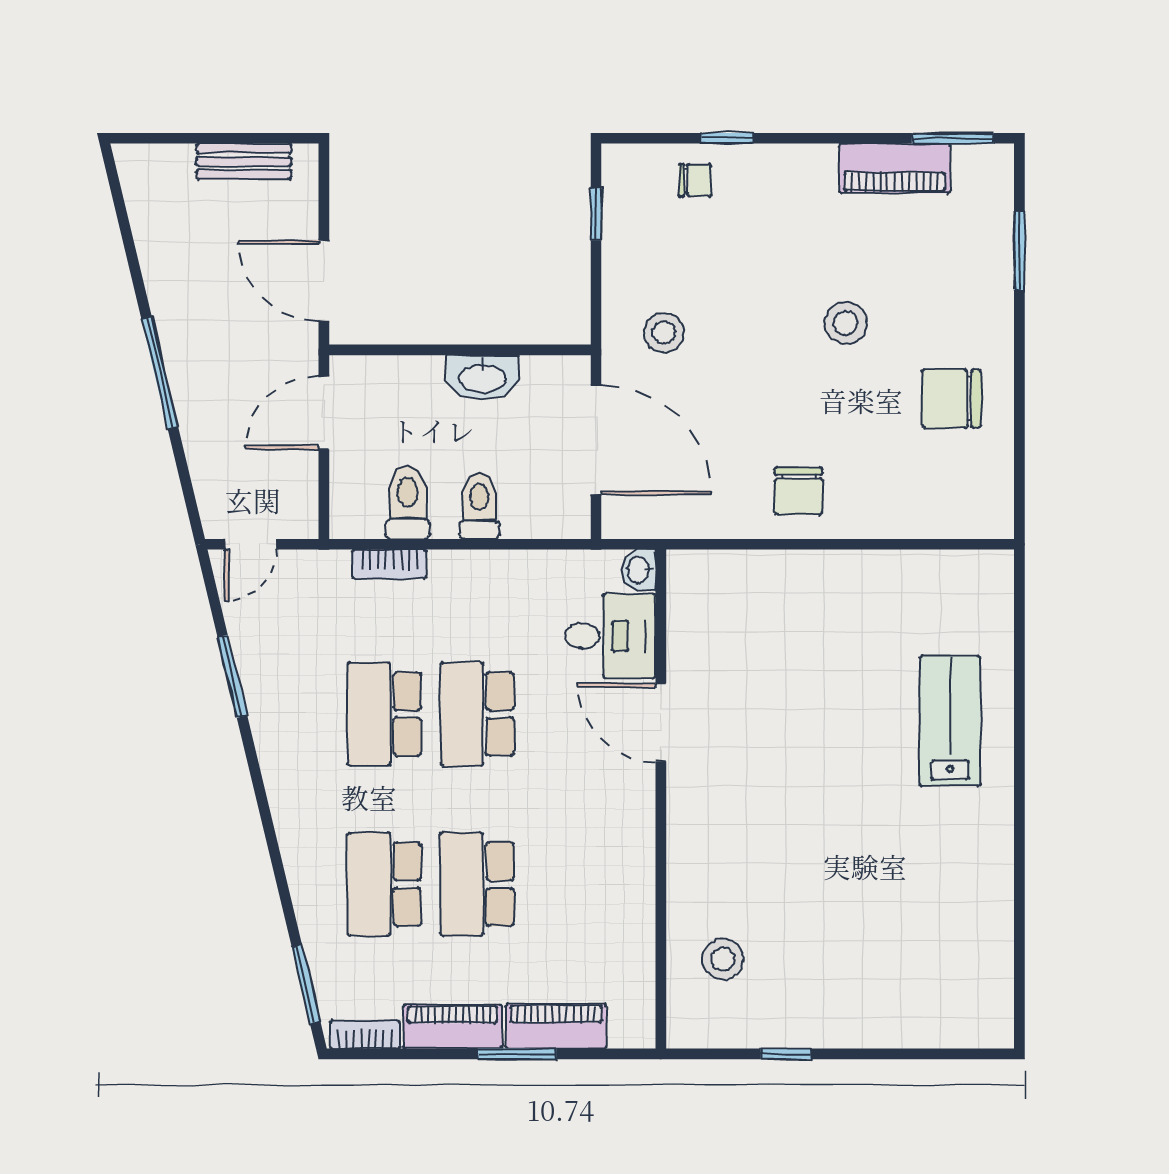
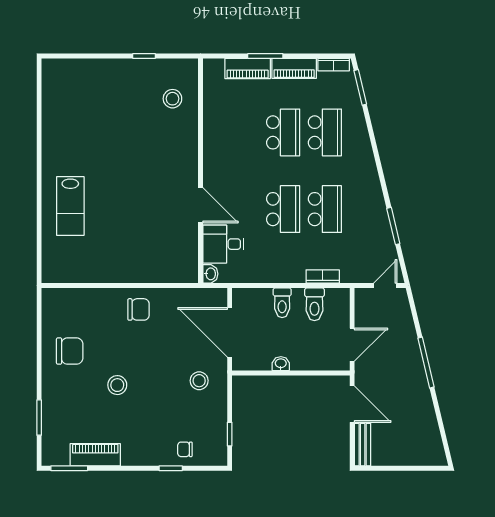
bench: (244, 161) -> (363, 445), moved, turned 90
washbasin: (482, 377) -> (281, 364), width x0.52, depth x0.69
chair: (799, 491) -> (138, 309), turned 90

